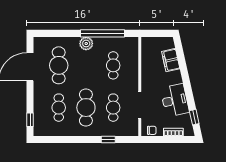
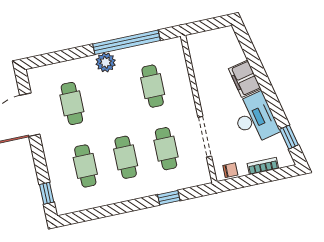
filing cabinet: (171, 60) -> (245, 79), moved
cafe table: (59, 65) -> (72, 103), width x0.73, depth x0.74
cafe table: (86, 108) -> (126, 157), width x0.73, depth x0.74

